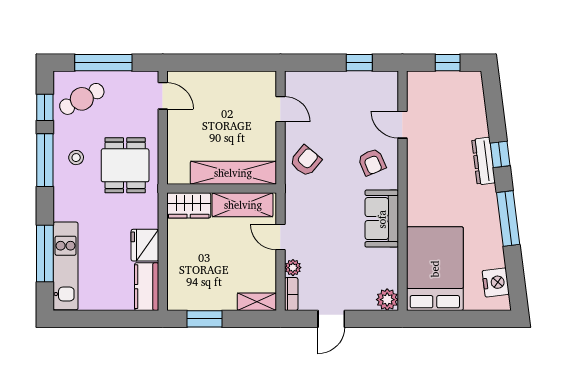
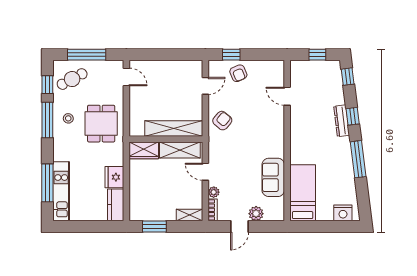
window: (359, 63) -> (231, 55), moved
window: (493, 95) -> (348, 77), added
door: (280, 109) -> (205, 86), hinge flipped
armchair: (372, 162) -> (238, 73), moved
sofa: (382, 219) -> (273, 177), moved
bed: (435, 269) -> (303, 193), width x0.67
nightstand: (496, 282) -> (343, 213), moved, turned 97
plant: (387, 300) -> (256, 214), moved

